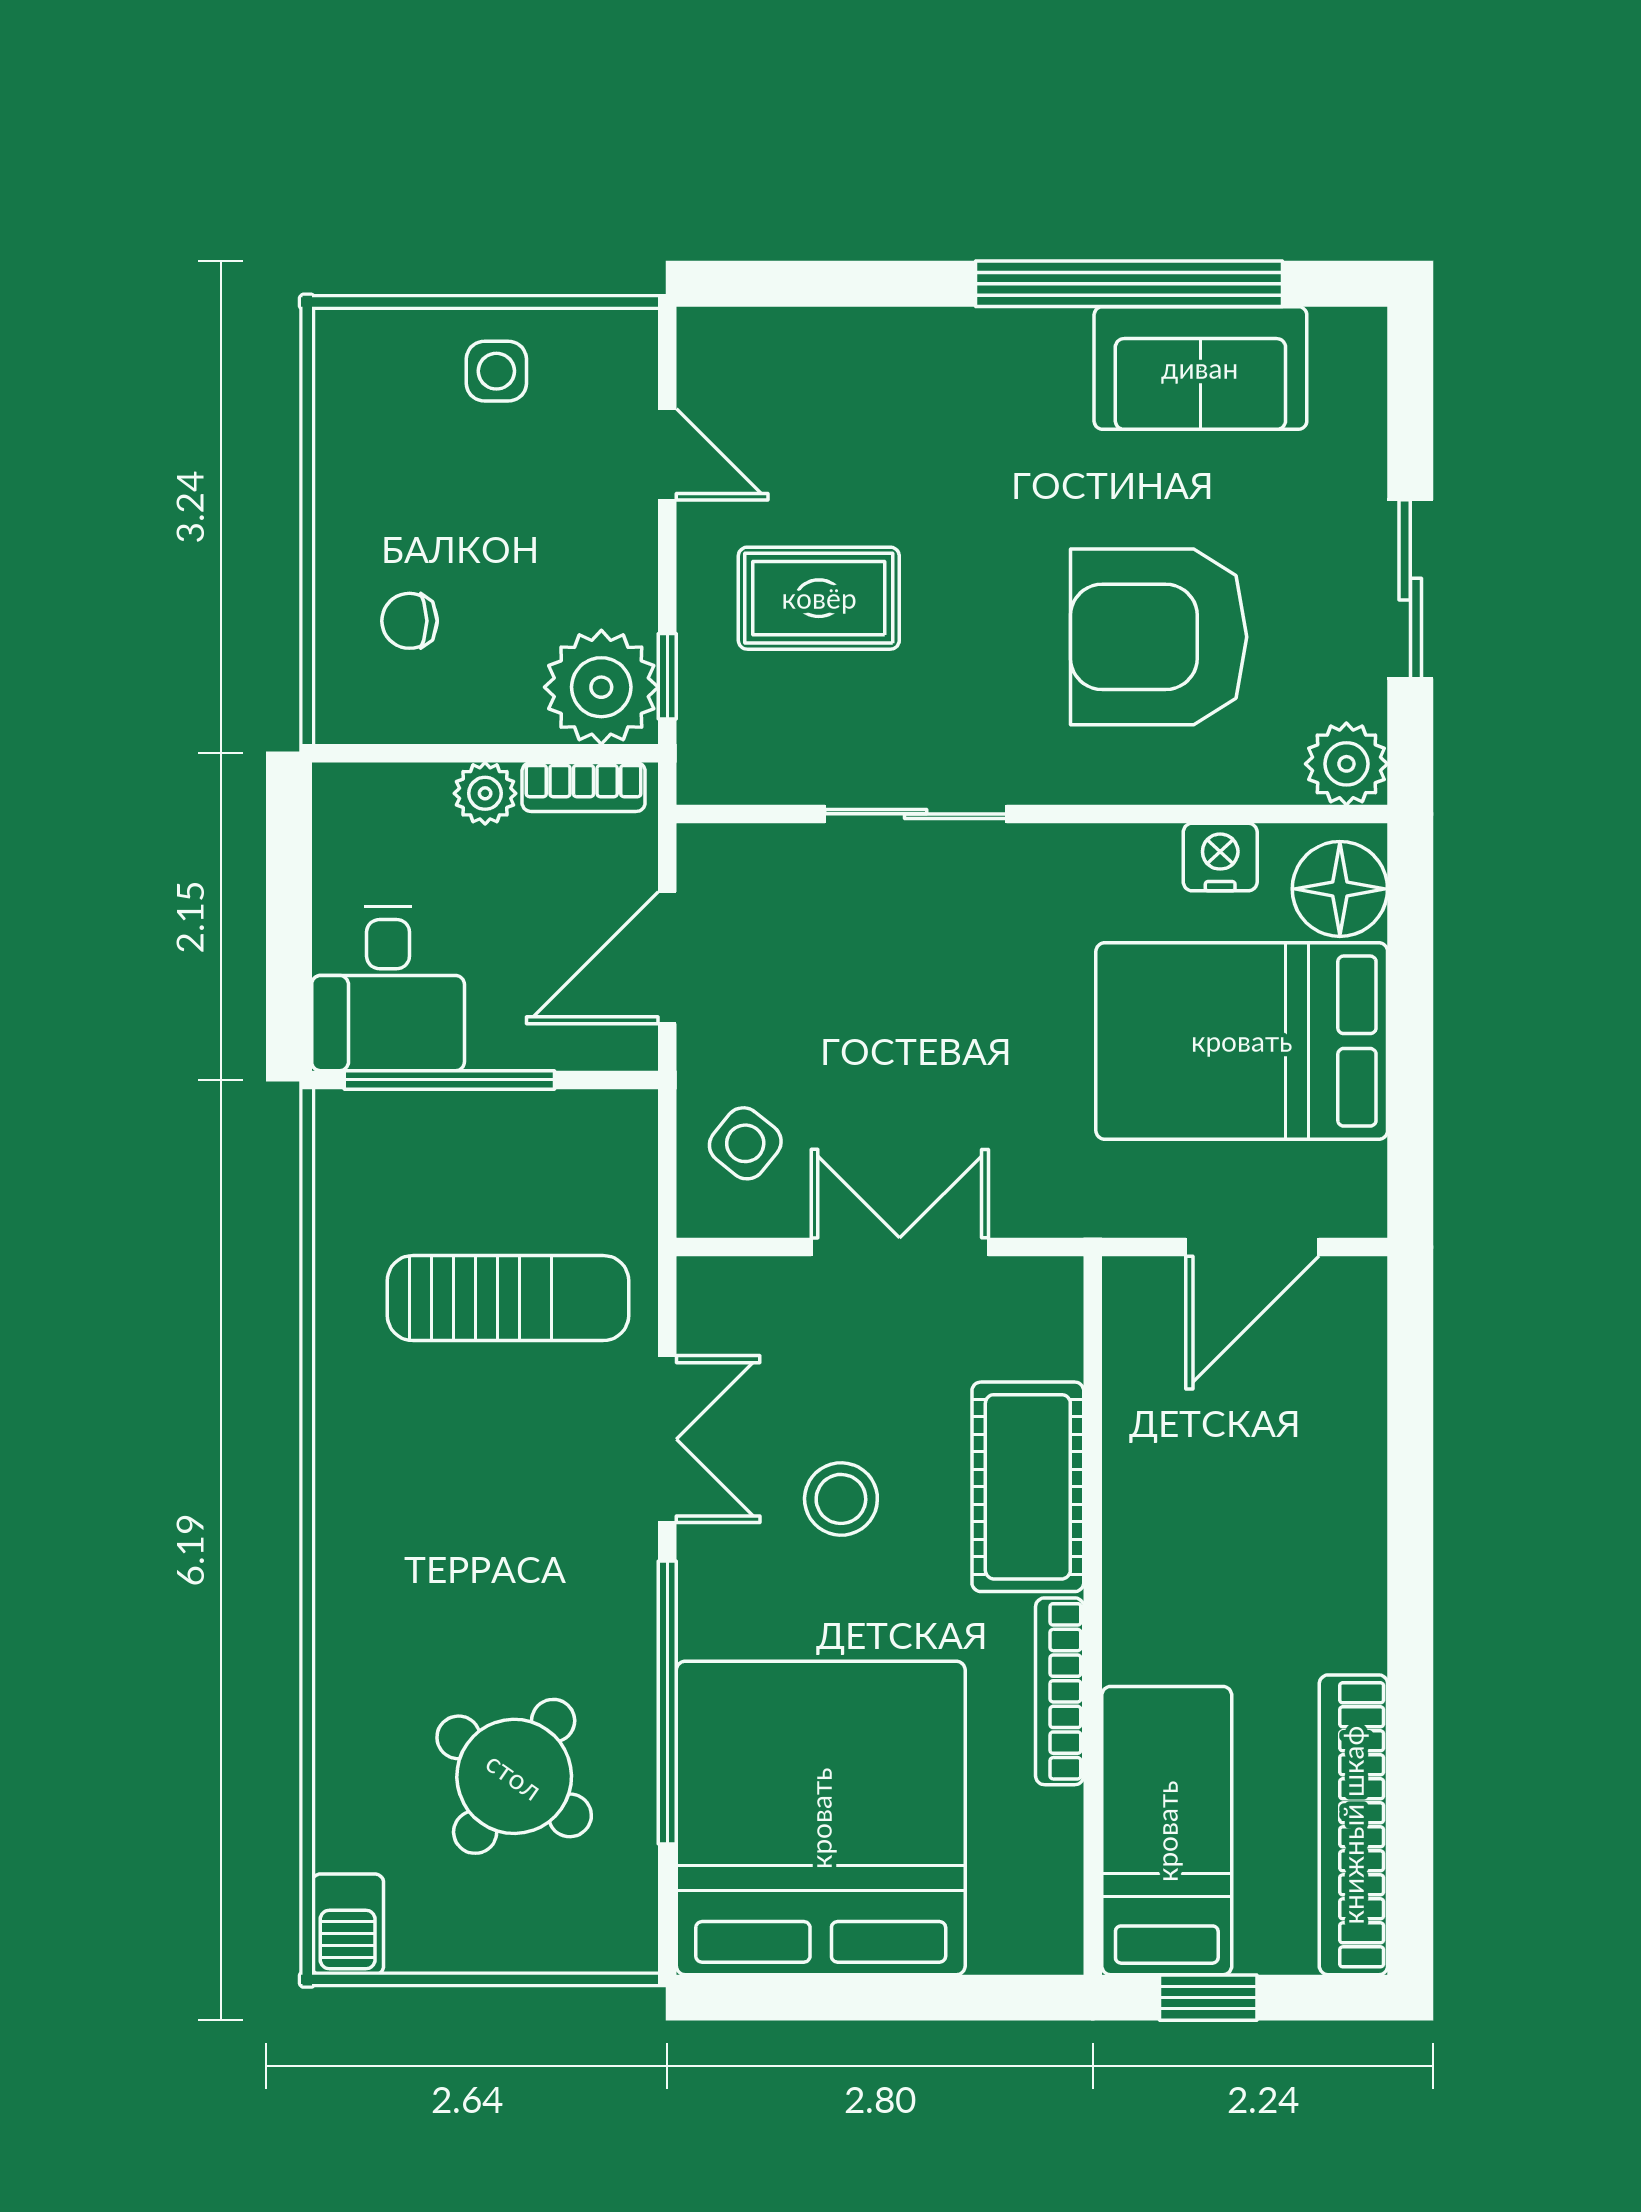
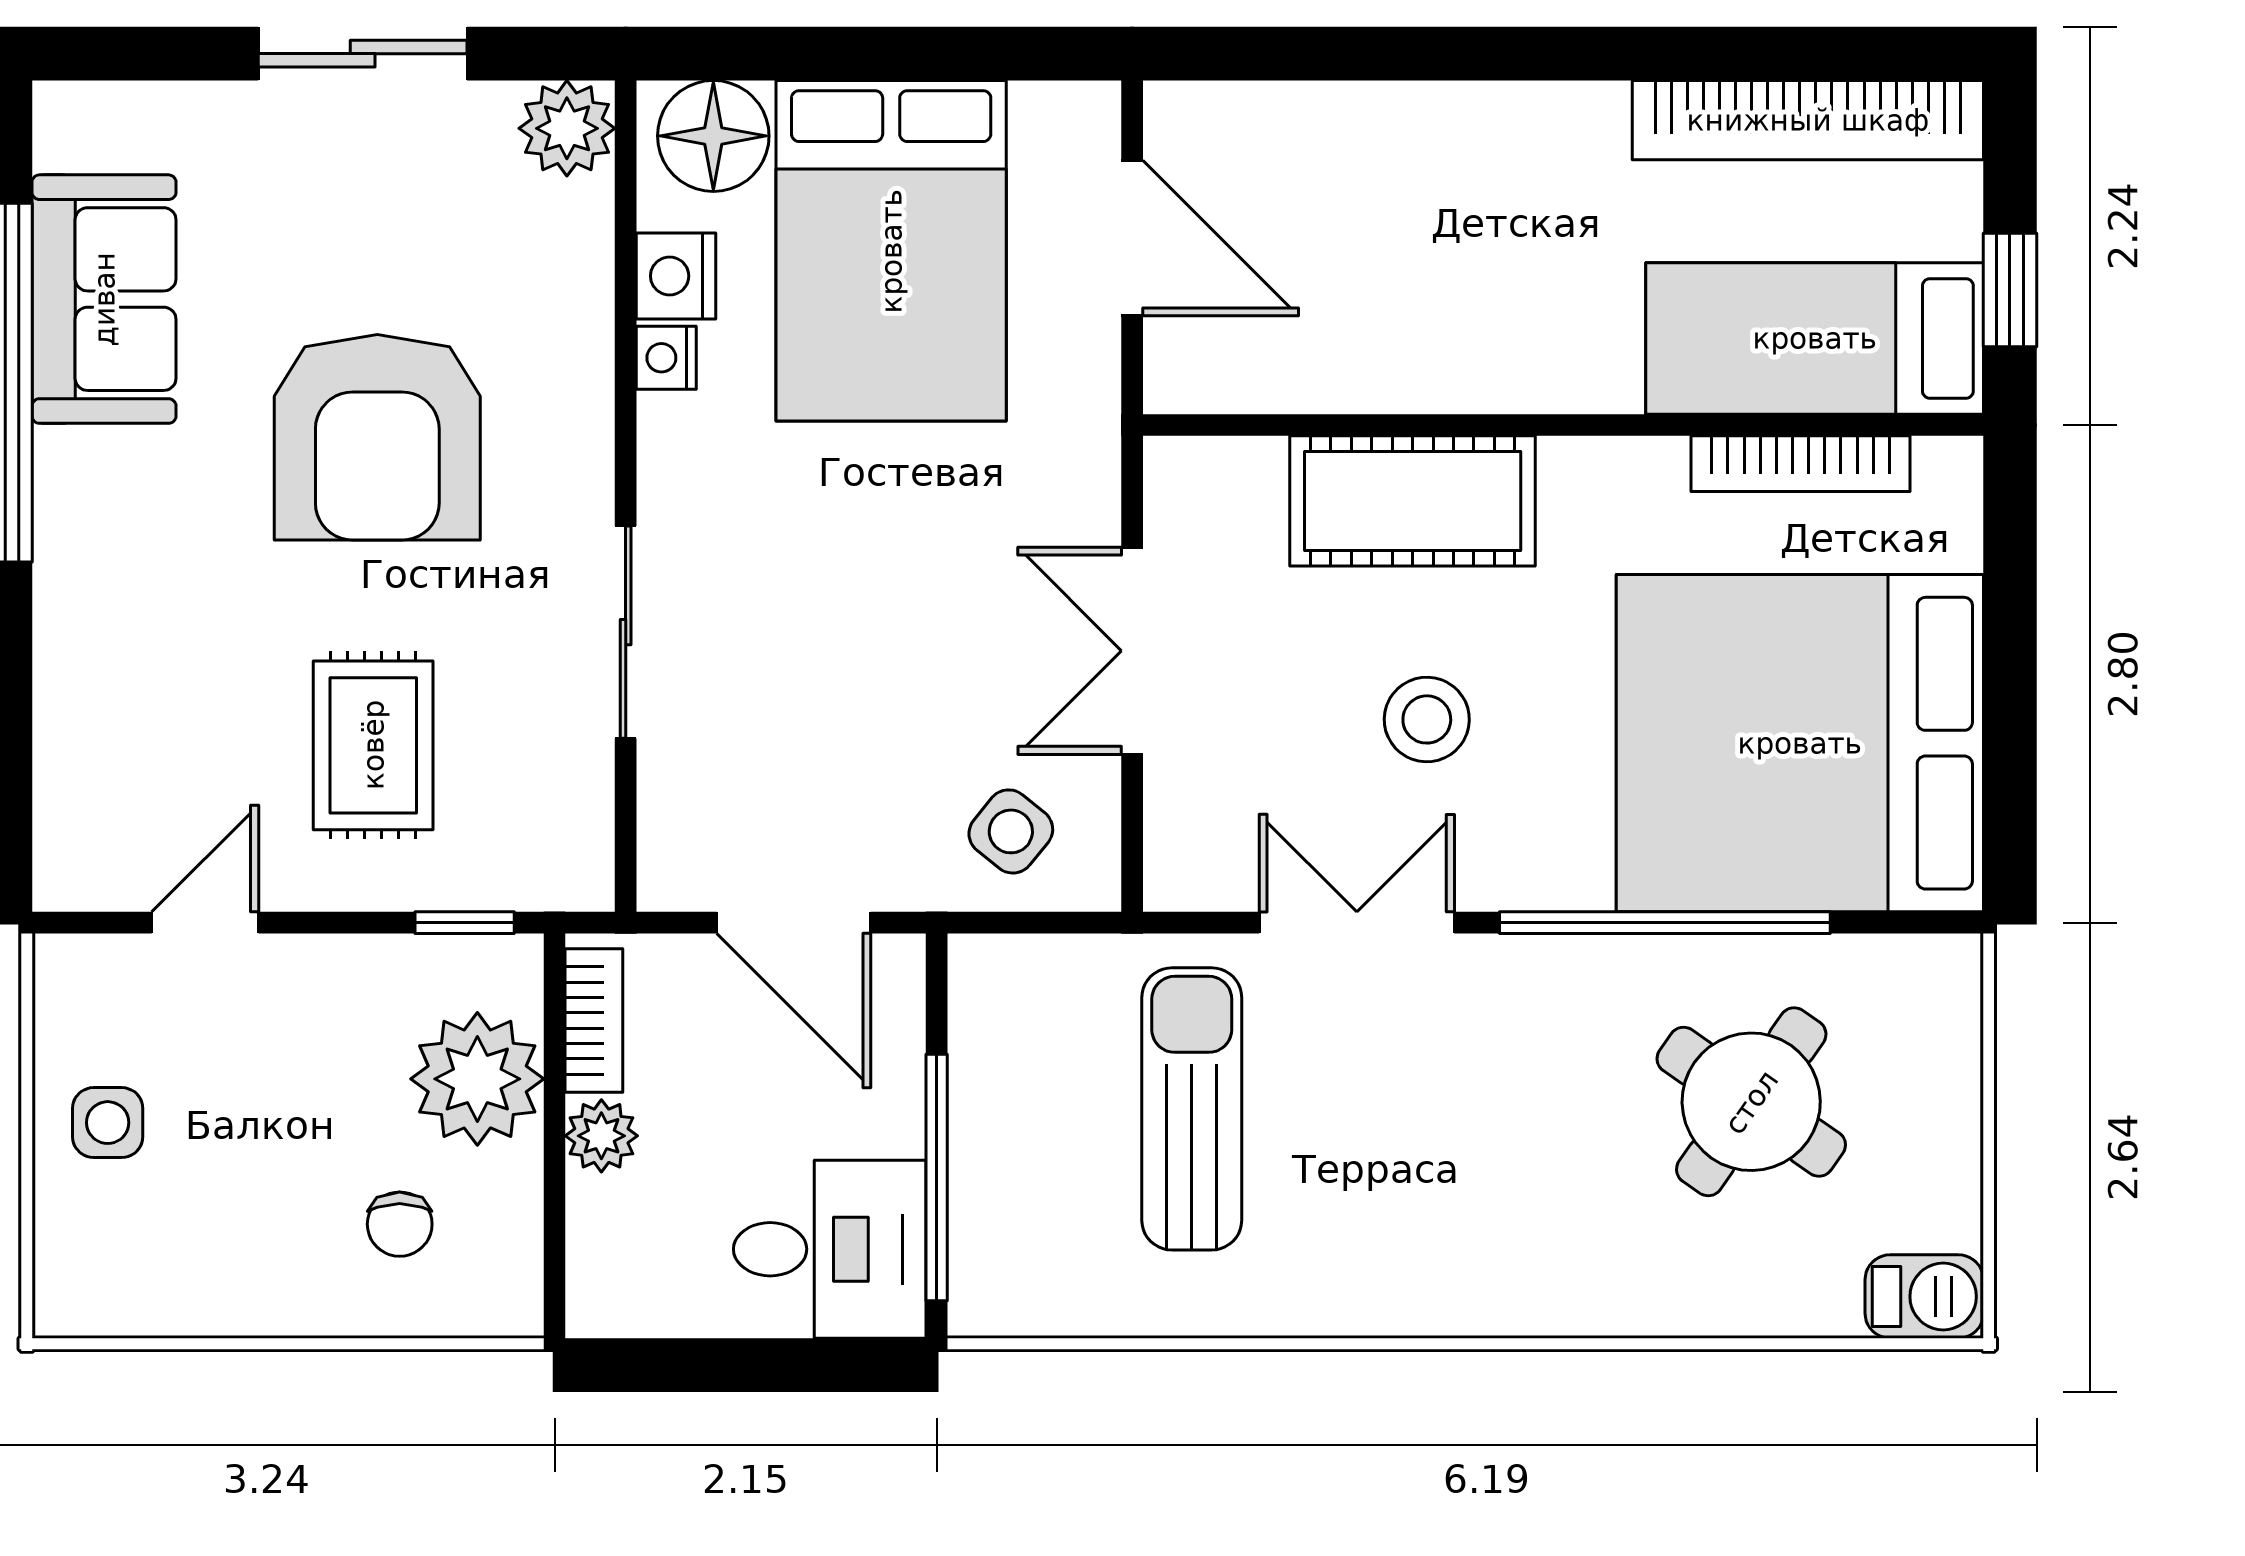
armchair: (1159, 637) -> (377, 437), moved
plant: (601, 687) -> (477, 1079), moved
nightstand: (1150, 849) -> (666, 358), added
bookcase: (1060, 1691) -> (1801, 464), moved

